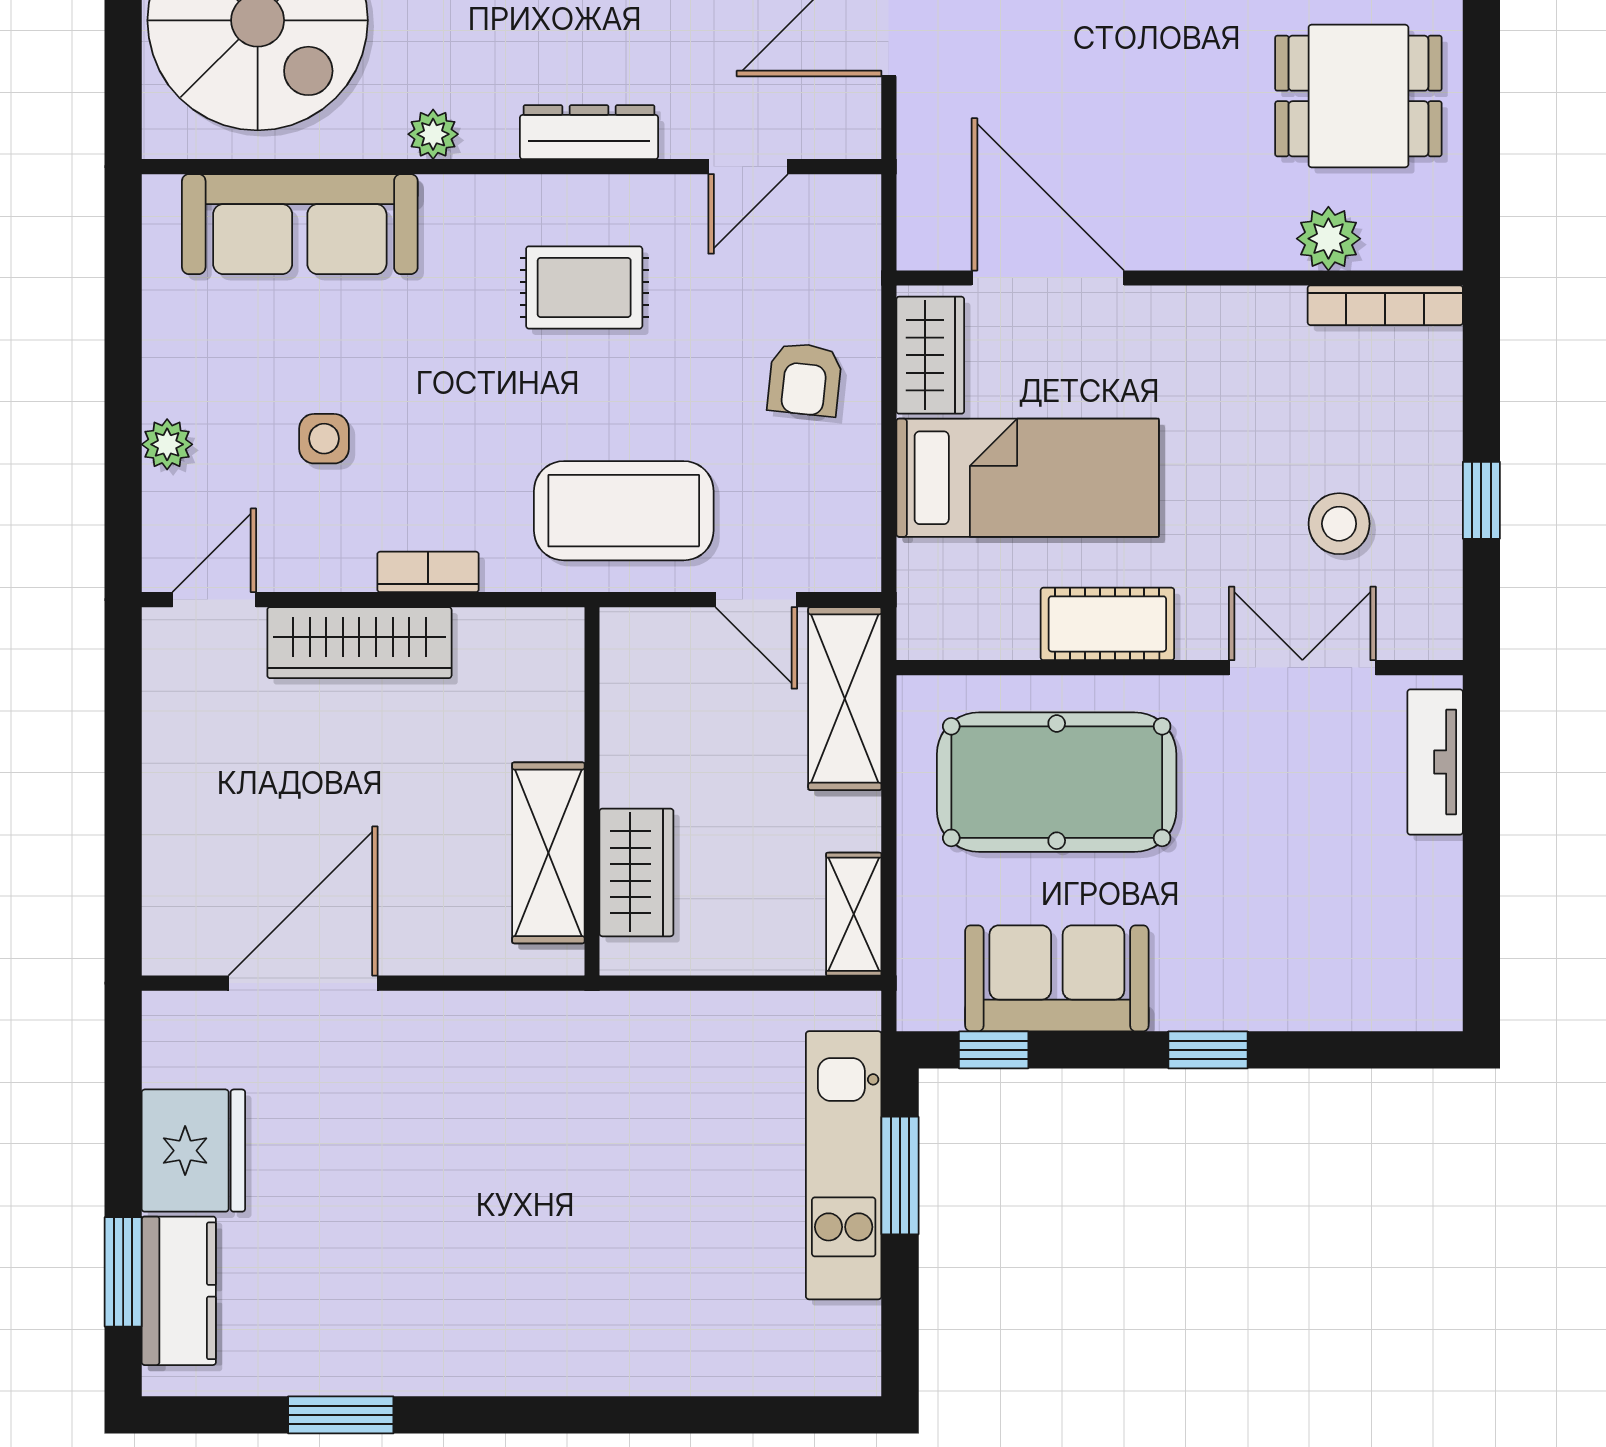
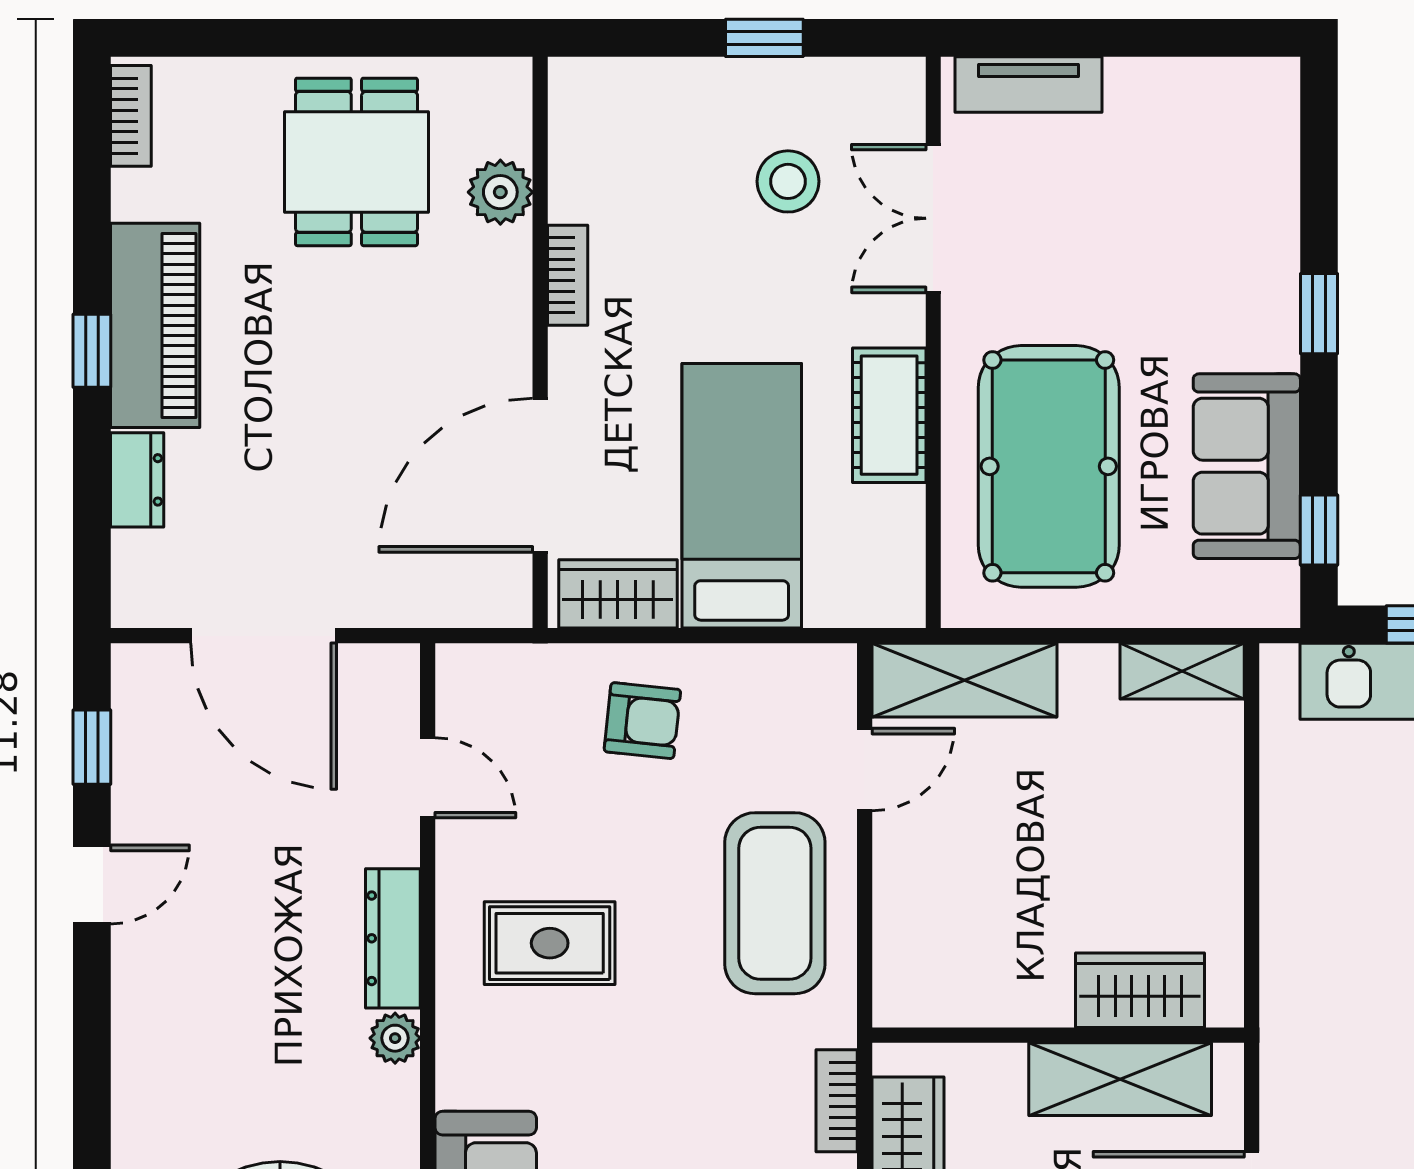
plant: (433, 134) -> (395, 1038), moved
rug: (584, 287) -> (550, 943), turned 90
bookcase: (1385, 305) -> (568, 275), moved, width x0.64
wall: (592, 791) -> (1058, 1035), moved
shelving: (548, 853) -> (1120, 1079), moved
wardrobe: (636, 872) -> (1140, 990), moved

